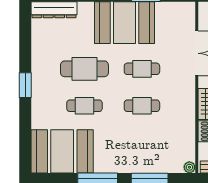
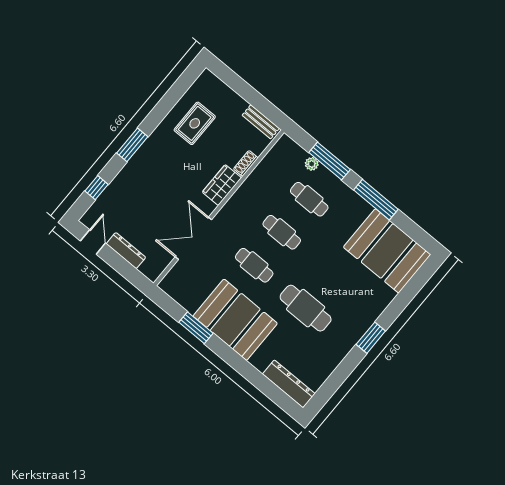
cafe table: (84, 106) -> (309, 199), moved
plant: (189, 167) -> (312, 164), moved

